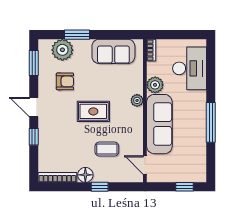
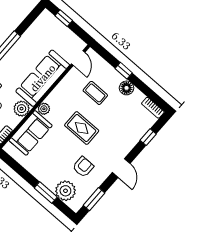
sofa: (113, 51) -> (30, 133), moved, turned 90
armchair: (65, 81) -> (83, 167), turned 90
window: (34, 137) -> (148, 137), moved
bookcase: (57, 177) -> (153, 108), width x0.64

